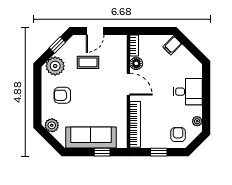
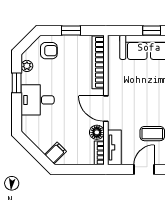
tv unit: (121, 50) -> (114, 147), added
window: (206, 107) -> (17, 83), added
armchair: (178, 135) -> (49, 51), turned -90
window: (102, 152) -> (152, 30), moved

